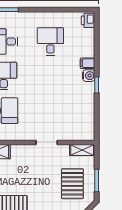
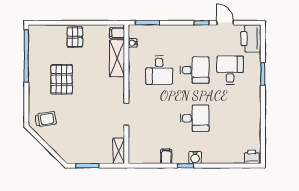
desk: (50, 42) -> (195, 118), moved
filing cabinet: (88, 63) -> (166, 156), moved
pallet: (72, 184) -> (84, 141), removed

